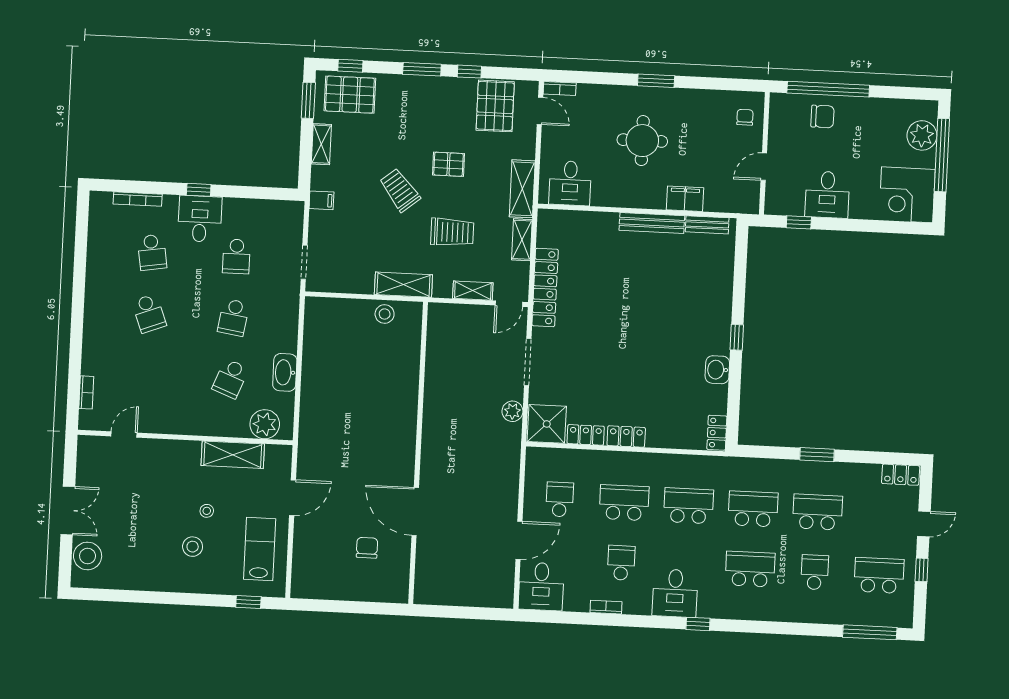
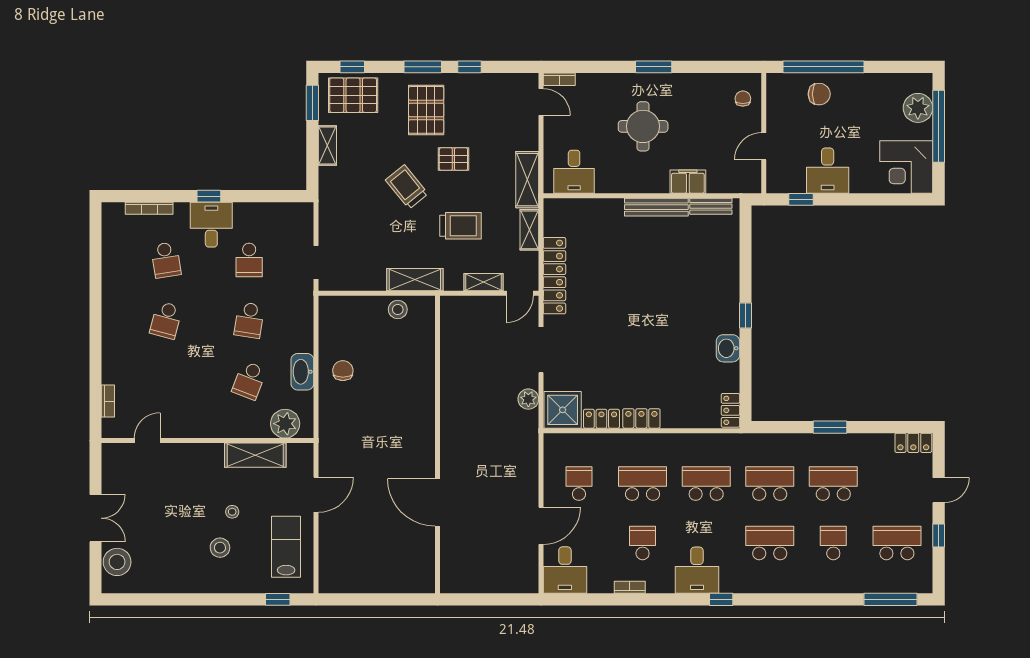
pallet: (495, 106) -> (426, 110), moved
filing cabinet: (321, 200) -> (330, 201), removed
school desk: (149, 313) -> (166, 320), turned 36
chair: (367, 548) -> (343, 371), moved

